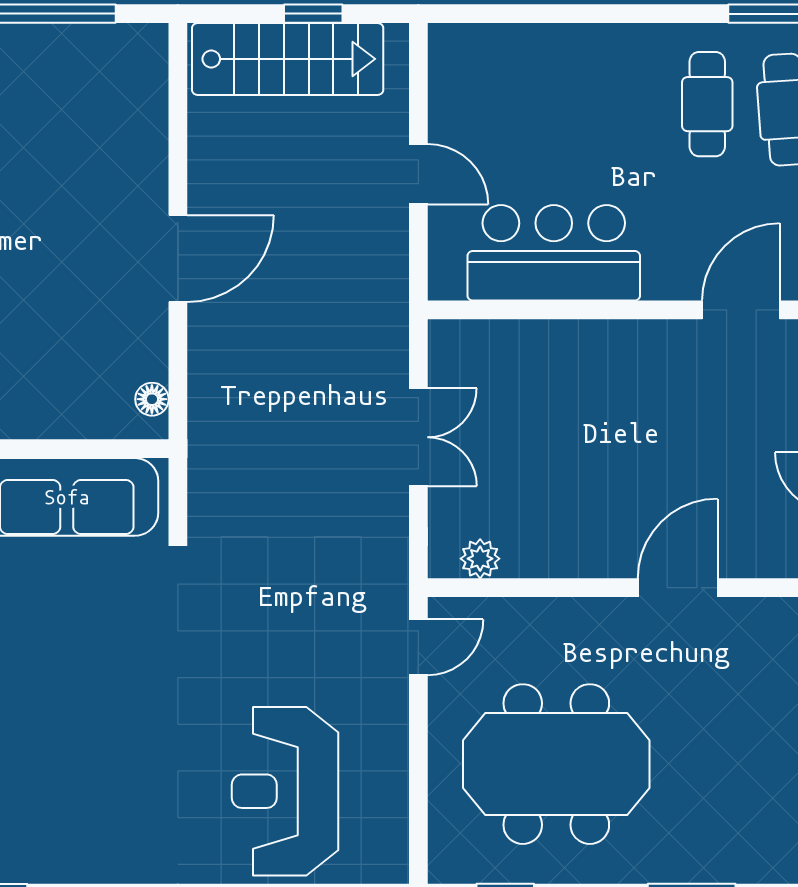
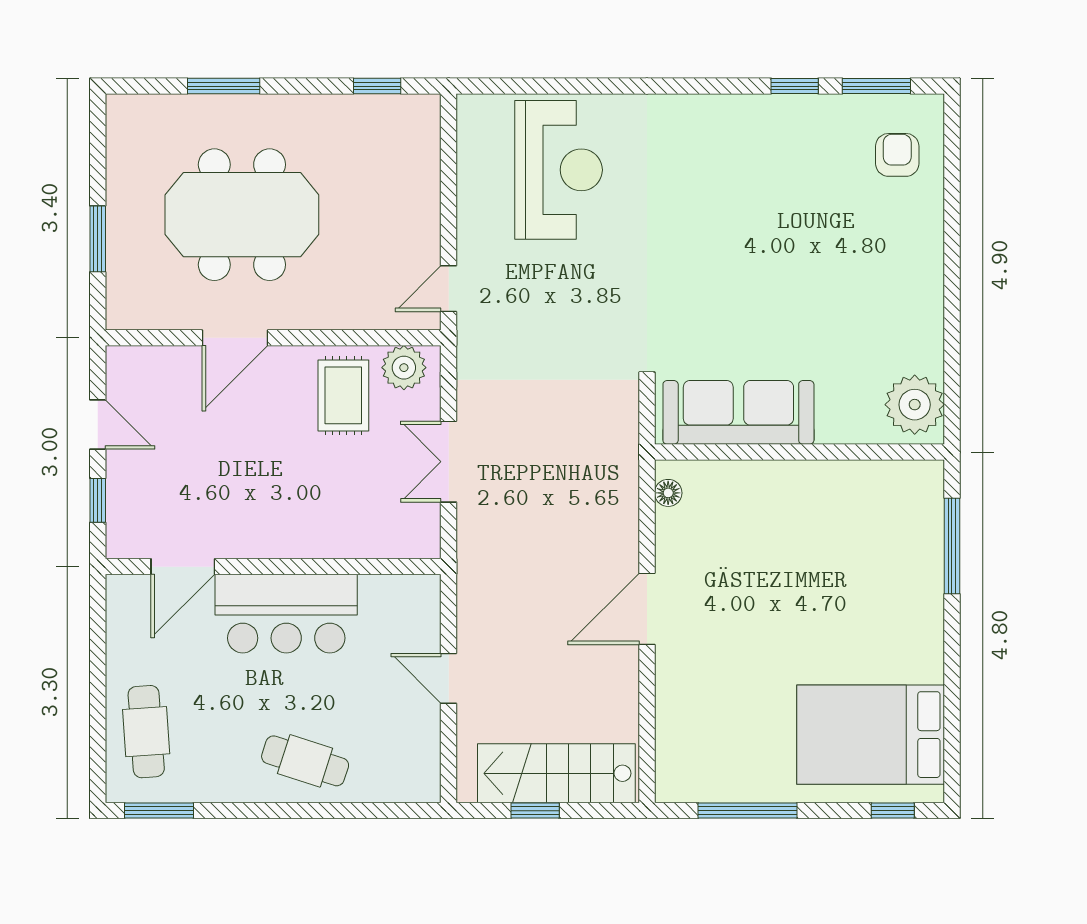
cafe table: (707, 104) -> (305, 761), moved, turned -72
bar counter: (554, 253) -> (286, 614), moved
rug: (546, 517) -> (343, 395), added
plant: (480, 559) -> (404, 368), width x1.38, depth x1.38
meeting table: (556, 764) -> (242, 215), moved

